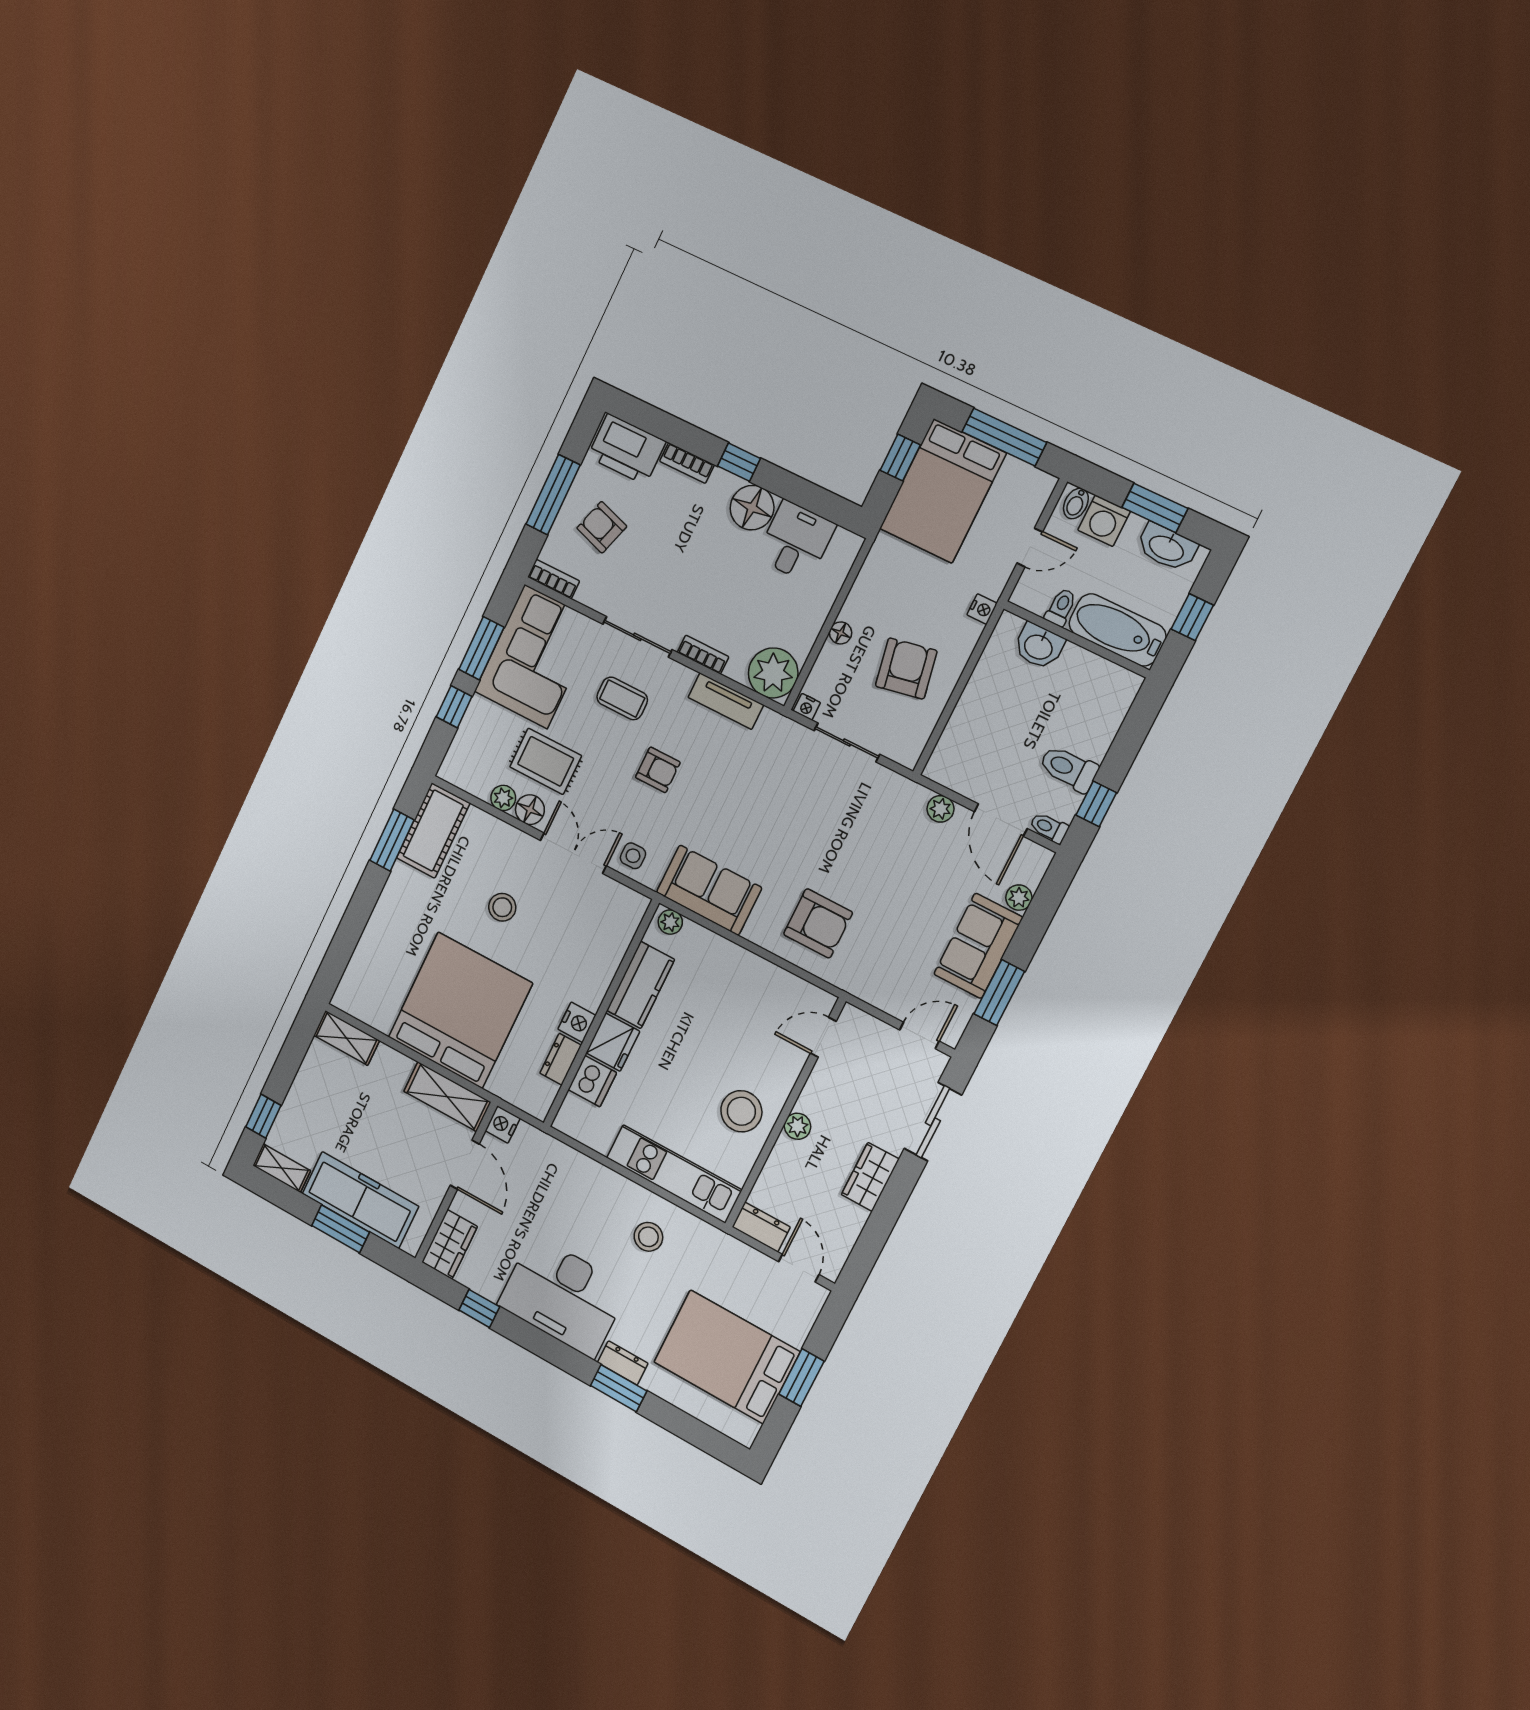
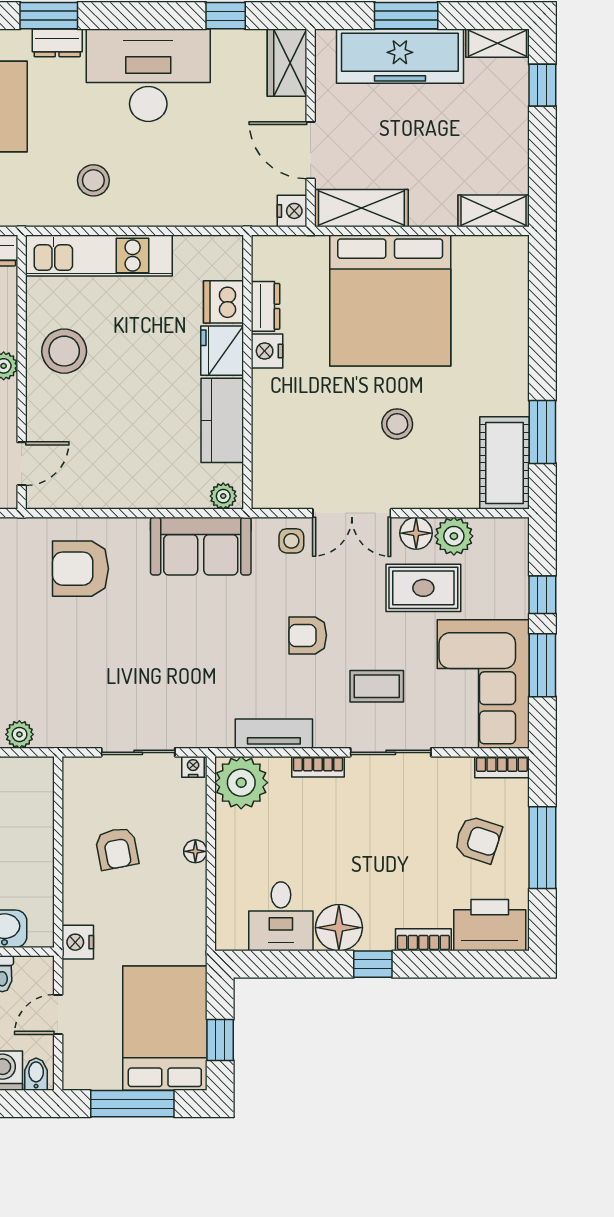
nightstand: (982, 609) -> (78, 942), width x1.39, depth x1.35
armchair: (906, 668) -> (117, 849), width x0.72, depth x0.72
plant: (503, 798) -> (454, 536), width x1.38, depth x1.38

